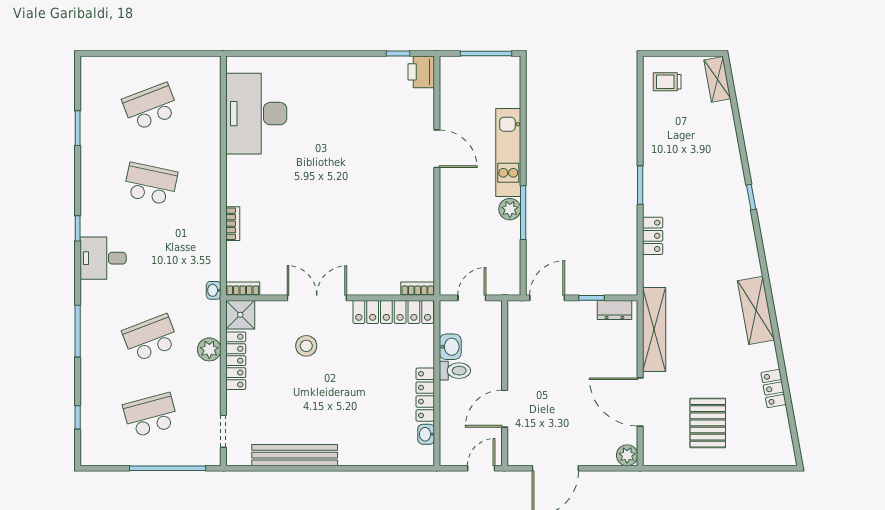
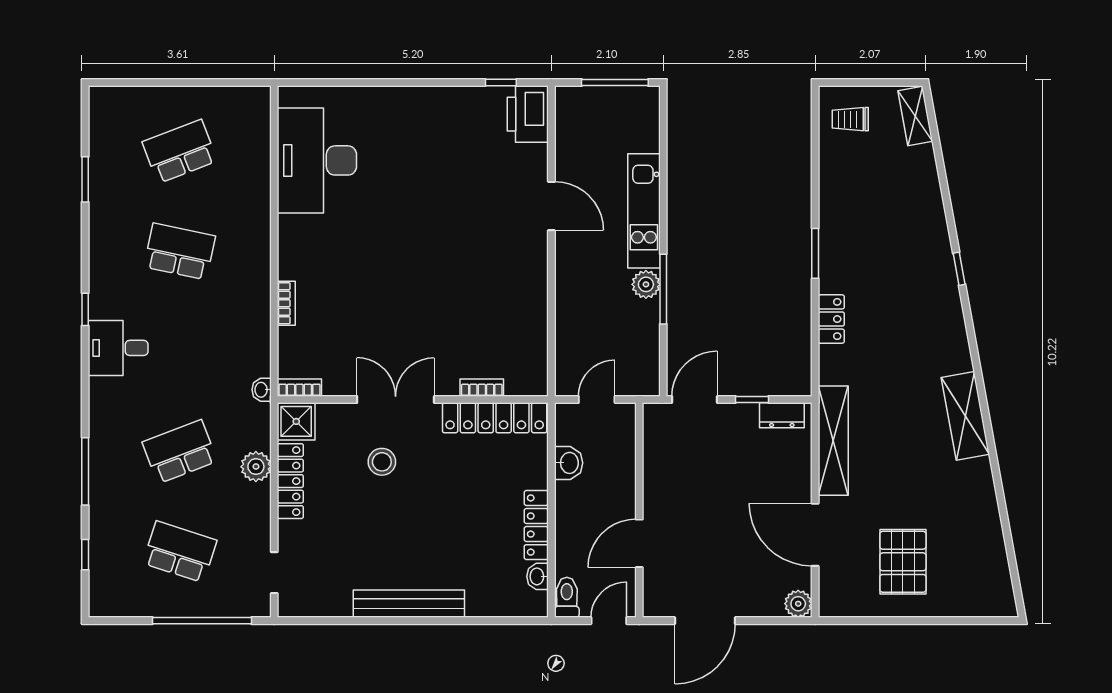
printer: (421, 72) -> (528, 114), width x1.37, depth x1.19
bookcase: (418, 289) -> (482, 388), moved
window: (78, 331) -> (85, 471), moved
toilet: (455, 371) -> (567, 597), moved, turned -90
locker: (774, 389) -> (988, 517), removed
school desk: (150, 415) -> (180, 552), turned 33
bench: (295, 455) -> (409, 604), moved

